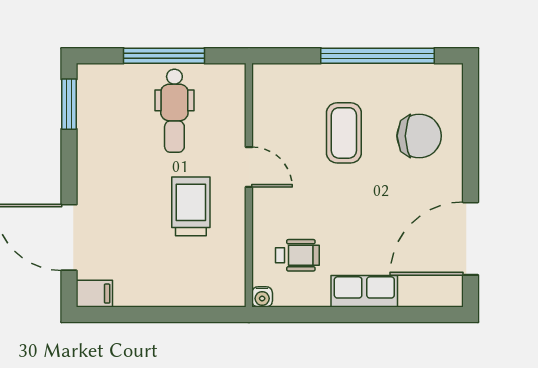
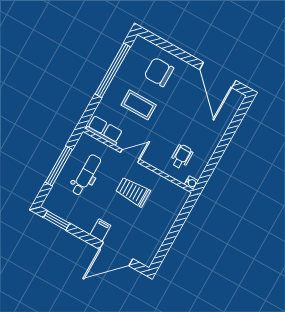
dental chair: (174, 111) -> (86, 175), turned -90
chair: (419, 136) -> (159, 72), turned -90
row of seats: (364, 291) -> (104, 130), moved, turned 90
filing cabinet: (94, 294) -> (100, 230), moved

